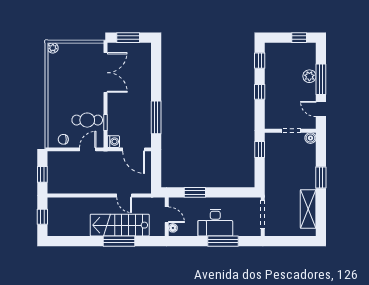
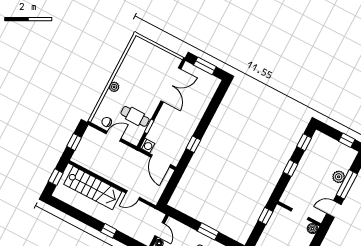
plant: (53, 48) -> (114, 87), moved
door: (321, 109) -> (334, 209), hinge flipped
window: (156, 117) -> (193, 144), width x0.46
door: (88, 149) -> (114, 136), moved
window: (195, 192) -> (208, 231), moved
door: (124, 196) -> (133, 195), hinge flipped
stairs: (120, 225) -> (93, 188), moved, turned 180
window: (119, 241) -> (109, 231), width x0.46

